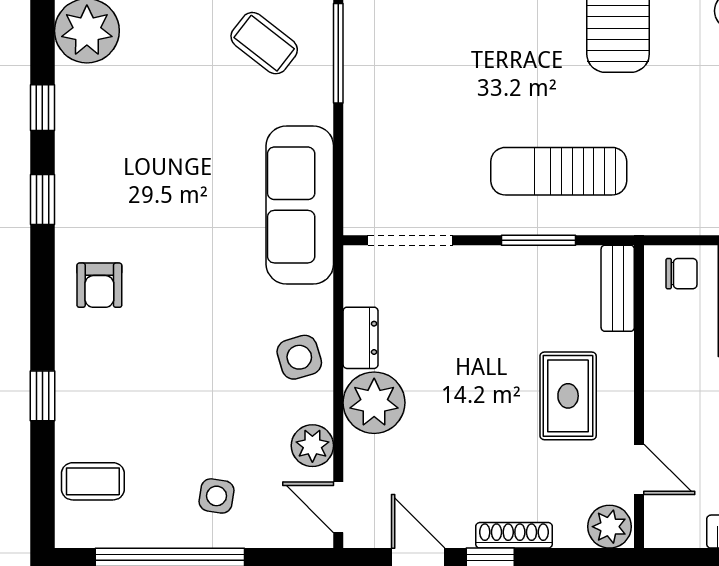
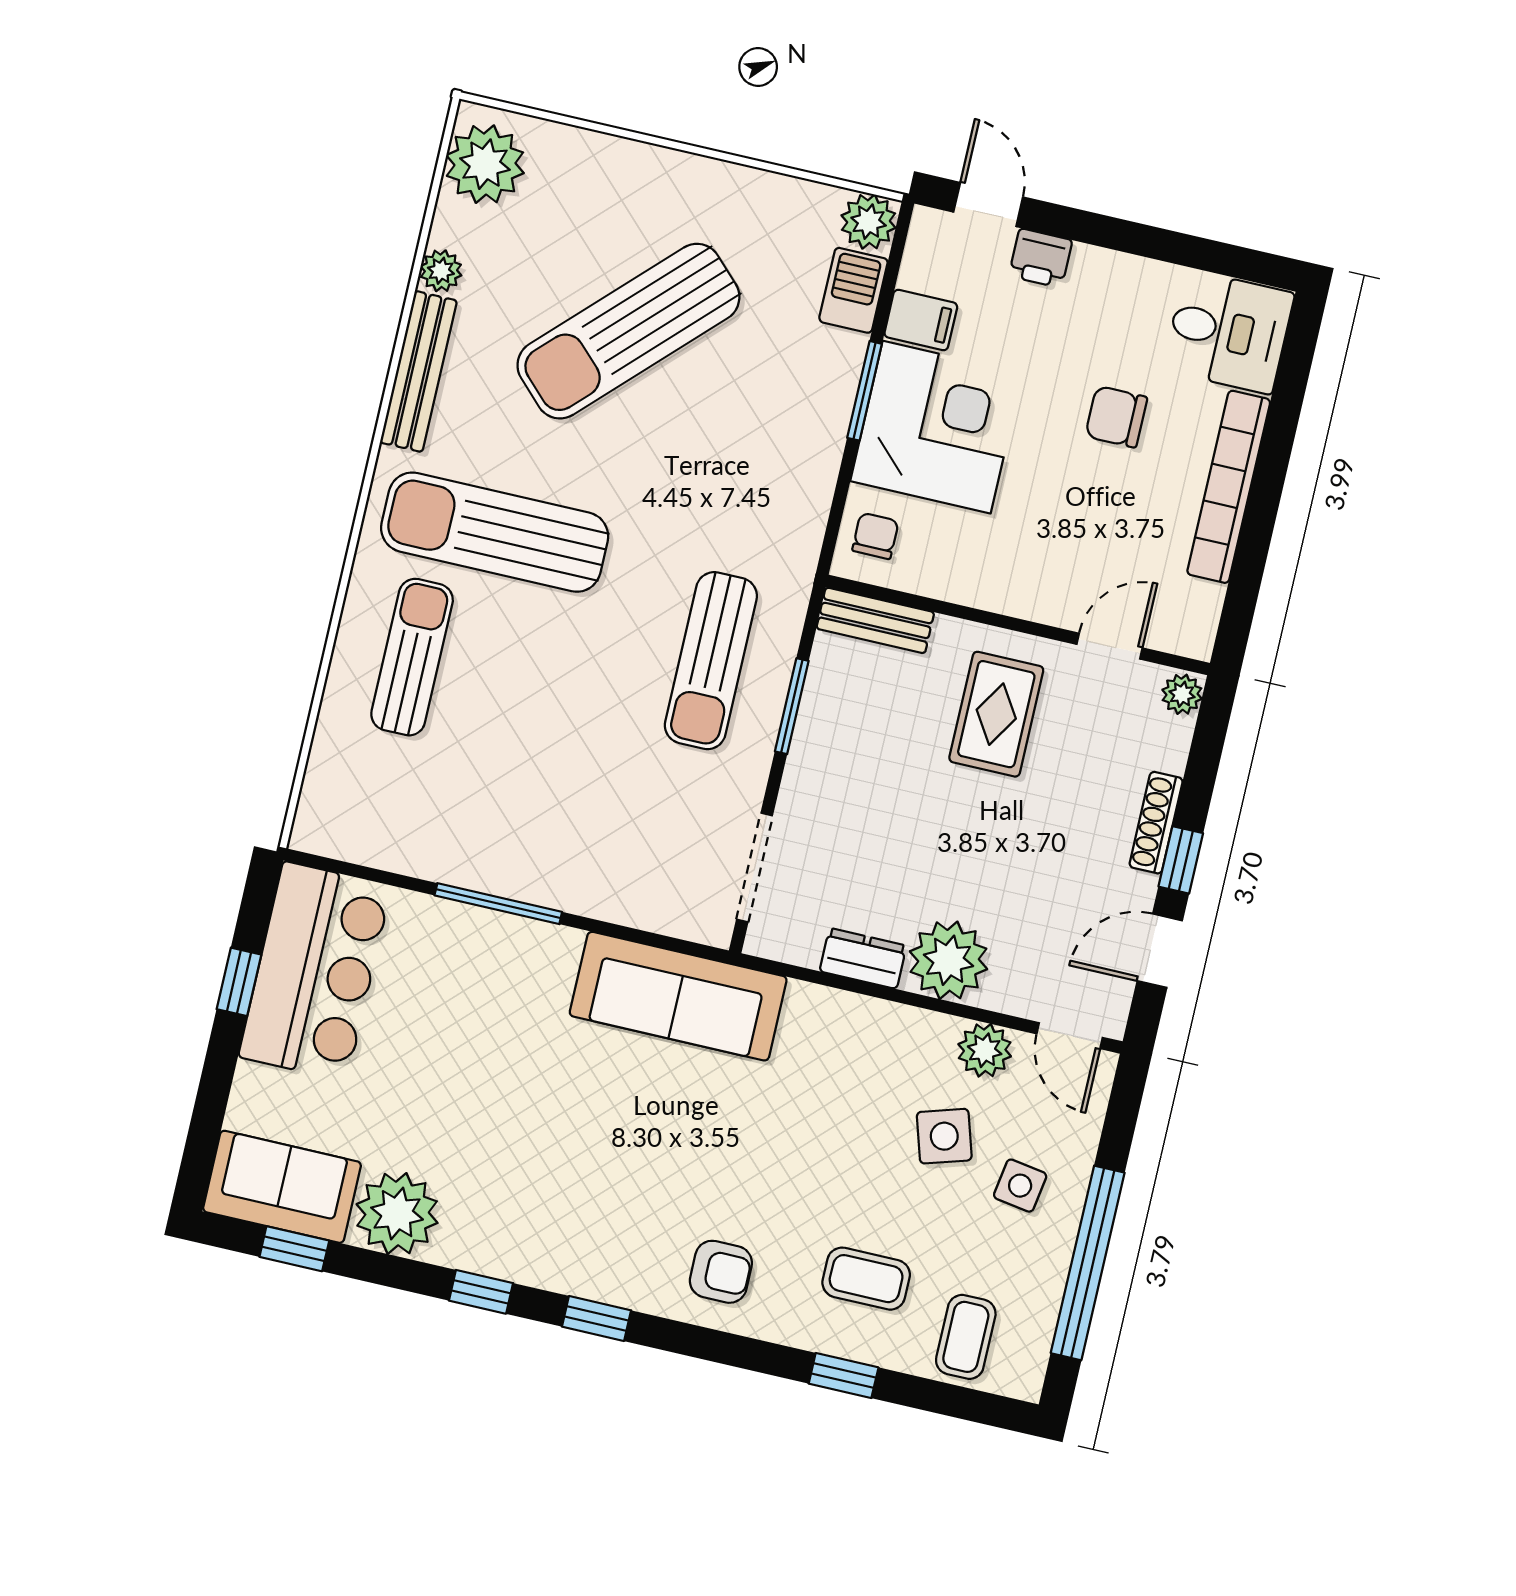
coffee table: (264, 43) -> (866, 1279), moved, turned 52
side table: (299, 357) -> (944, 1136), moved
rug: (568, 396) -> (996, 714), turned 90
door: (338, 507) -> (1070, 1036), hinge flipped
plant: (610, 527) -> (1182, 694), width x0.73, depth x0.73

